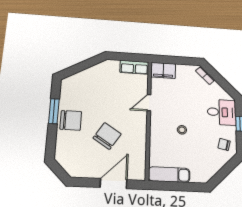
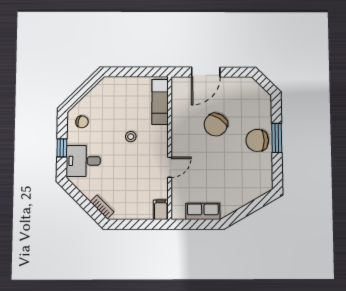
row of seats: (134, 67) -> (203, 211), moved
filing cabinet: (163, 70) -> (161, 210), width x0.50
window: (54, 111) -> (277, 138), moved
exam couch: (169, 175) -> (160, 102), moved, turned 90

